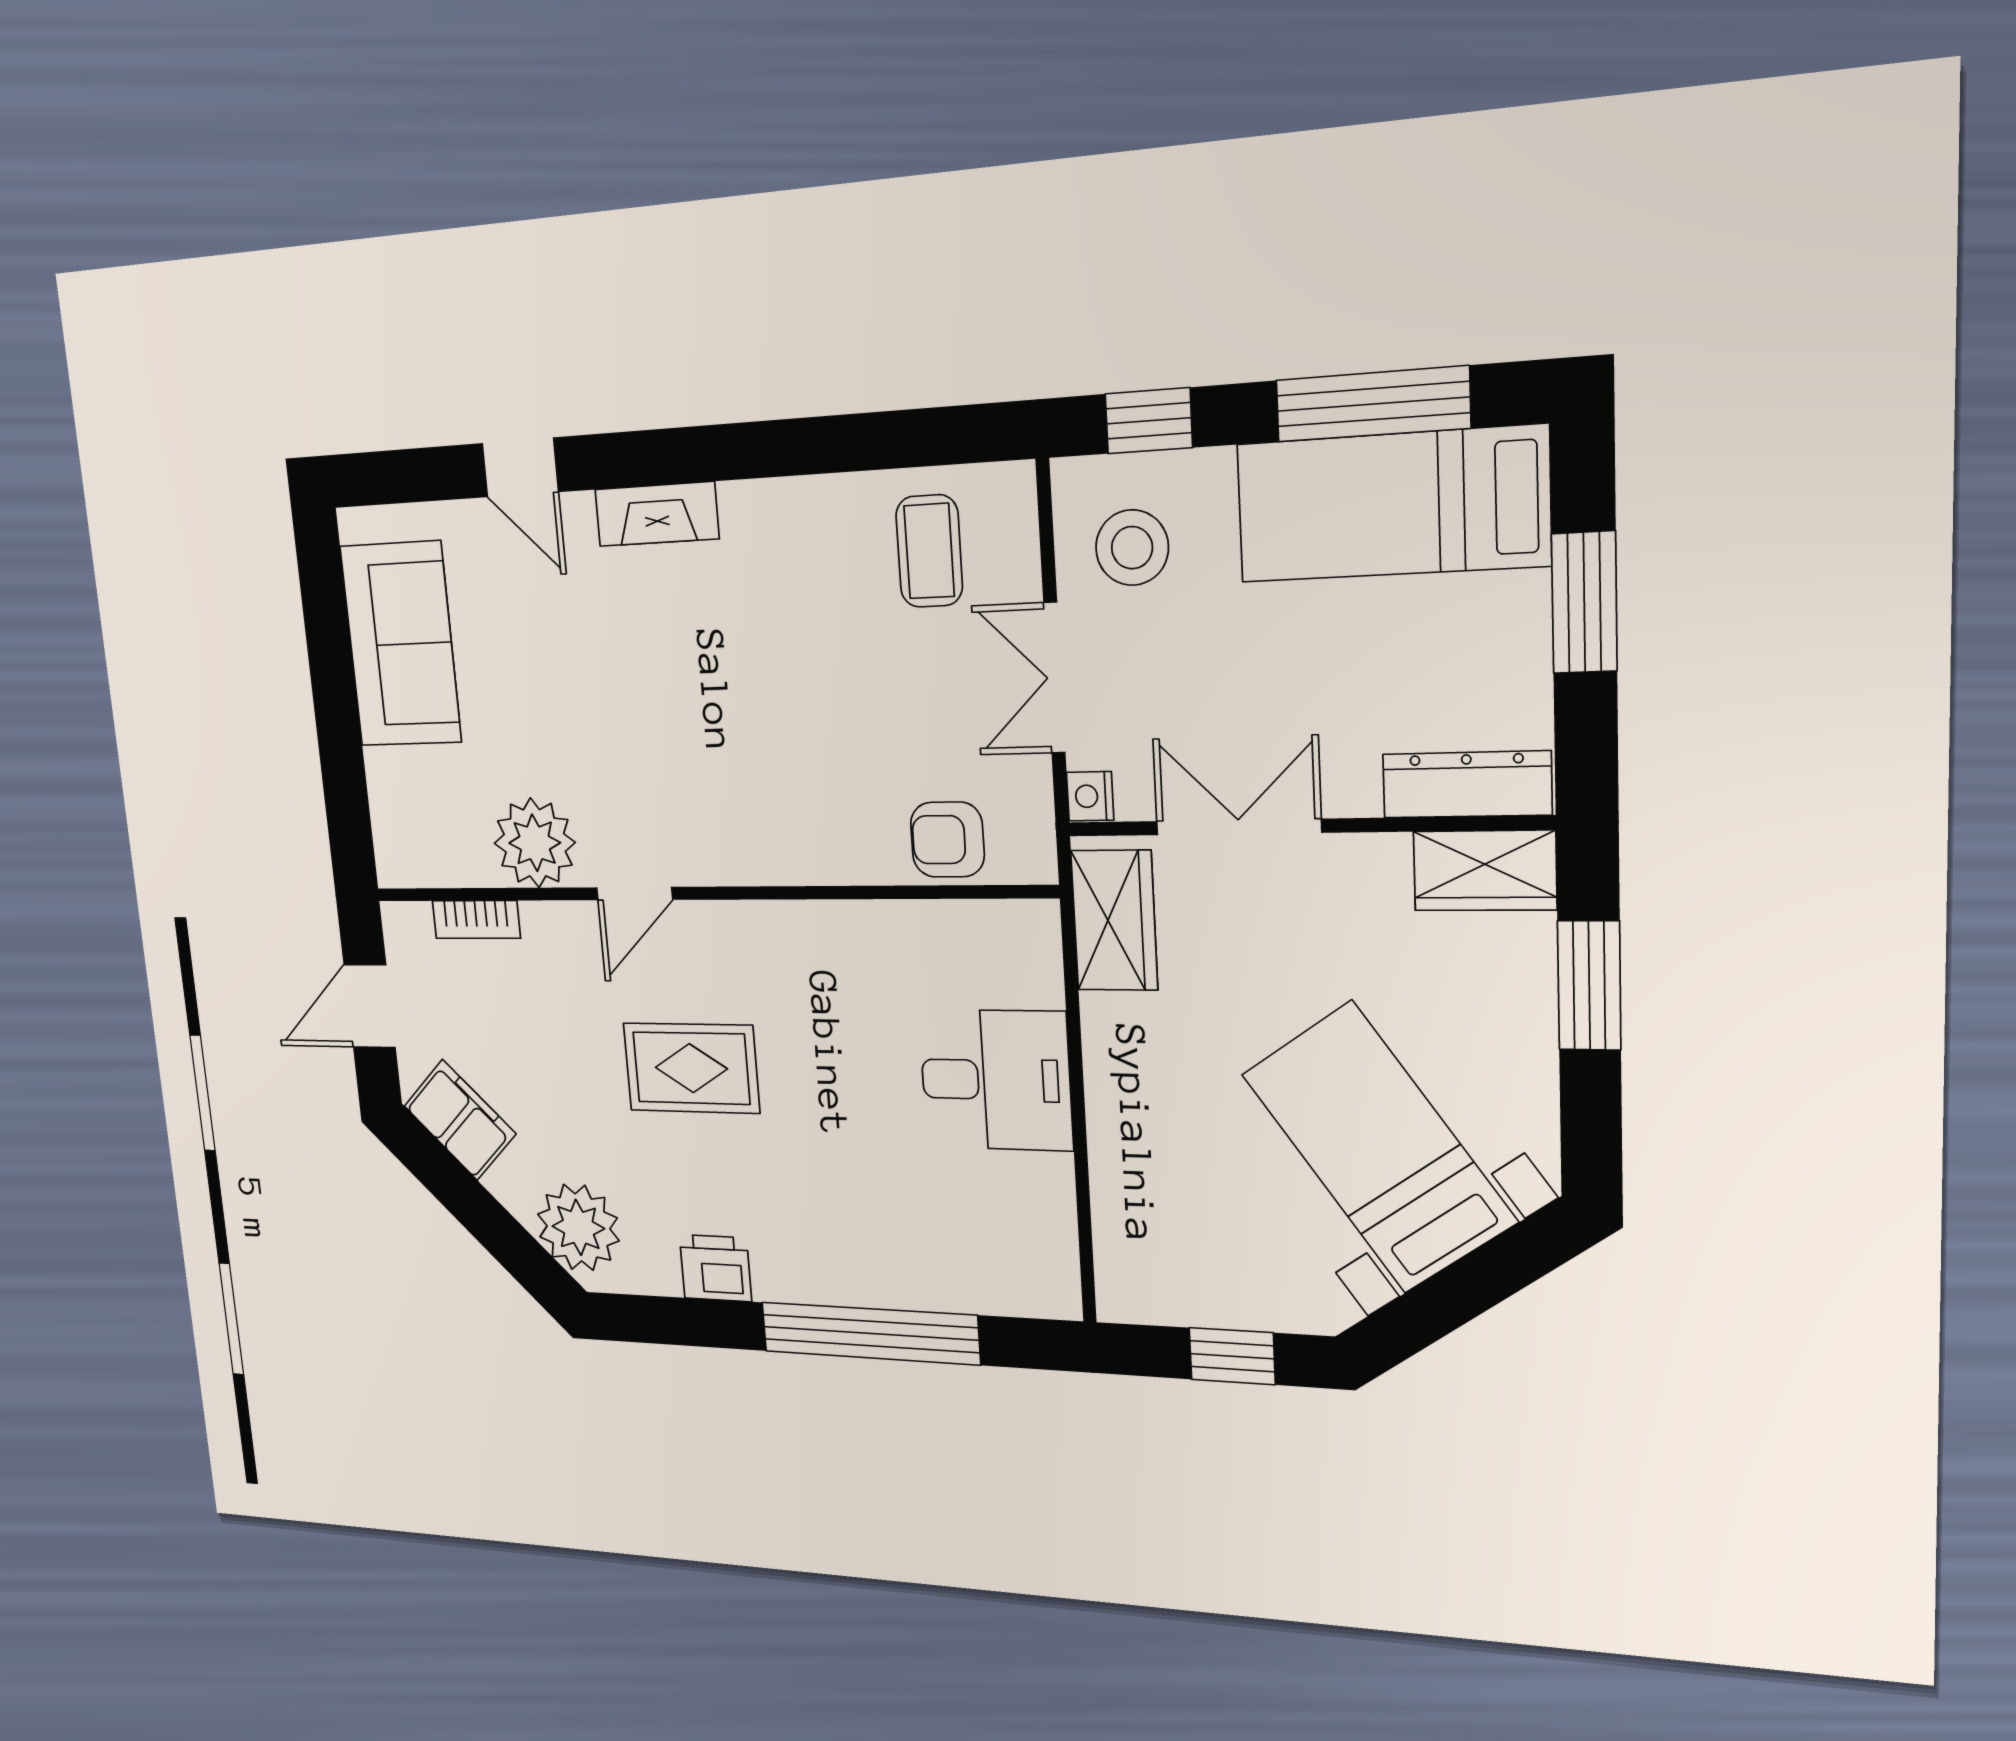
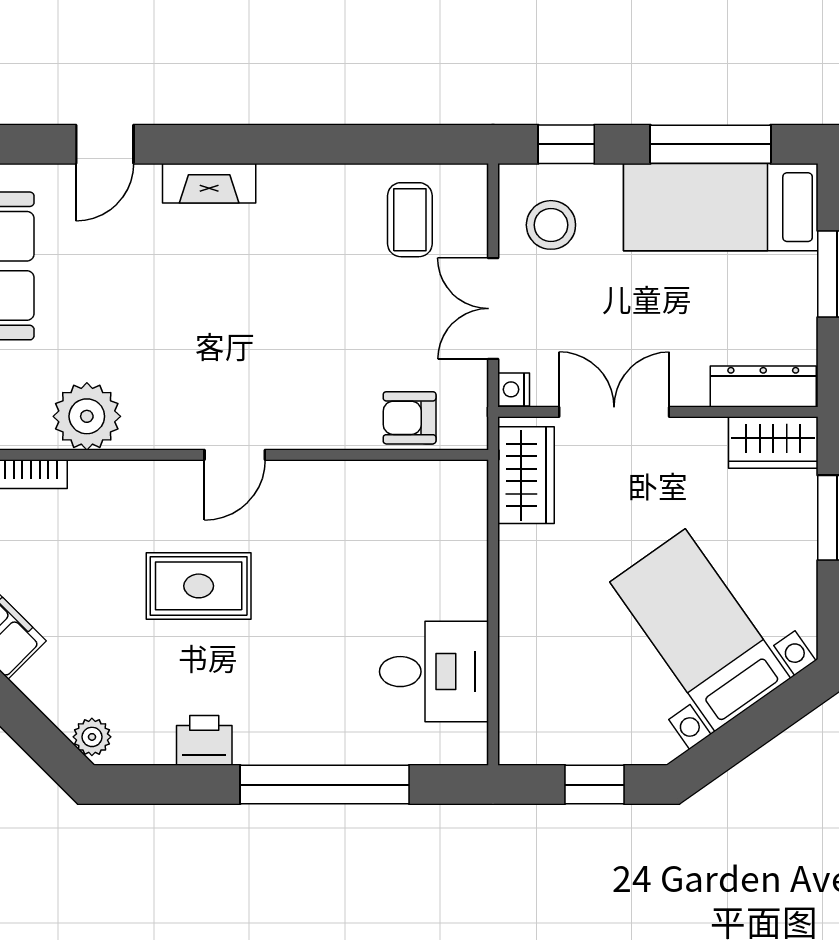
door: (520, 467) -> (105, 144), hinge flipped
door: (635, 894) -> (235, 455), moved
desk: (996, 1080) -> (434, 672), moved
plant: (578, 1227) -> (92, 737), width x0.53, depth x0.53

